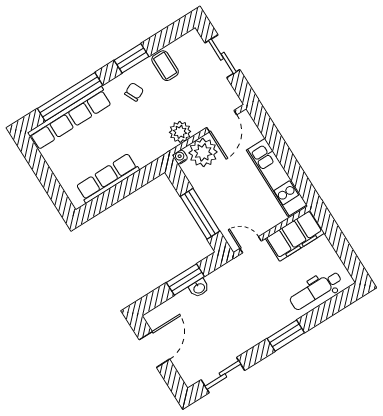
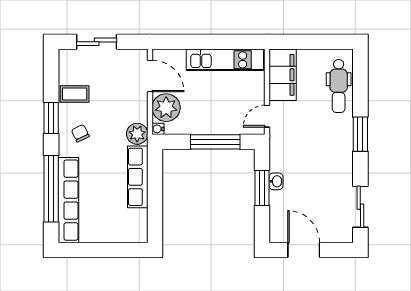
plant: (180, 132) -> (137, 134), moved
row of seats: (108, 178) -> (138, 177), moved

